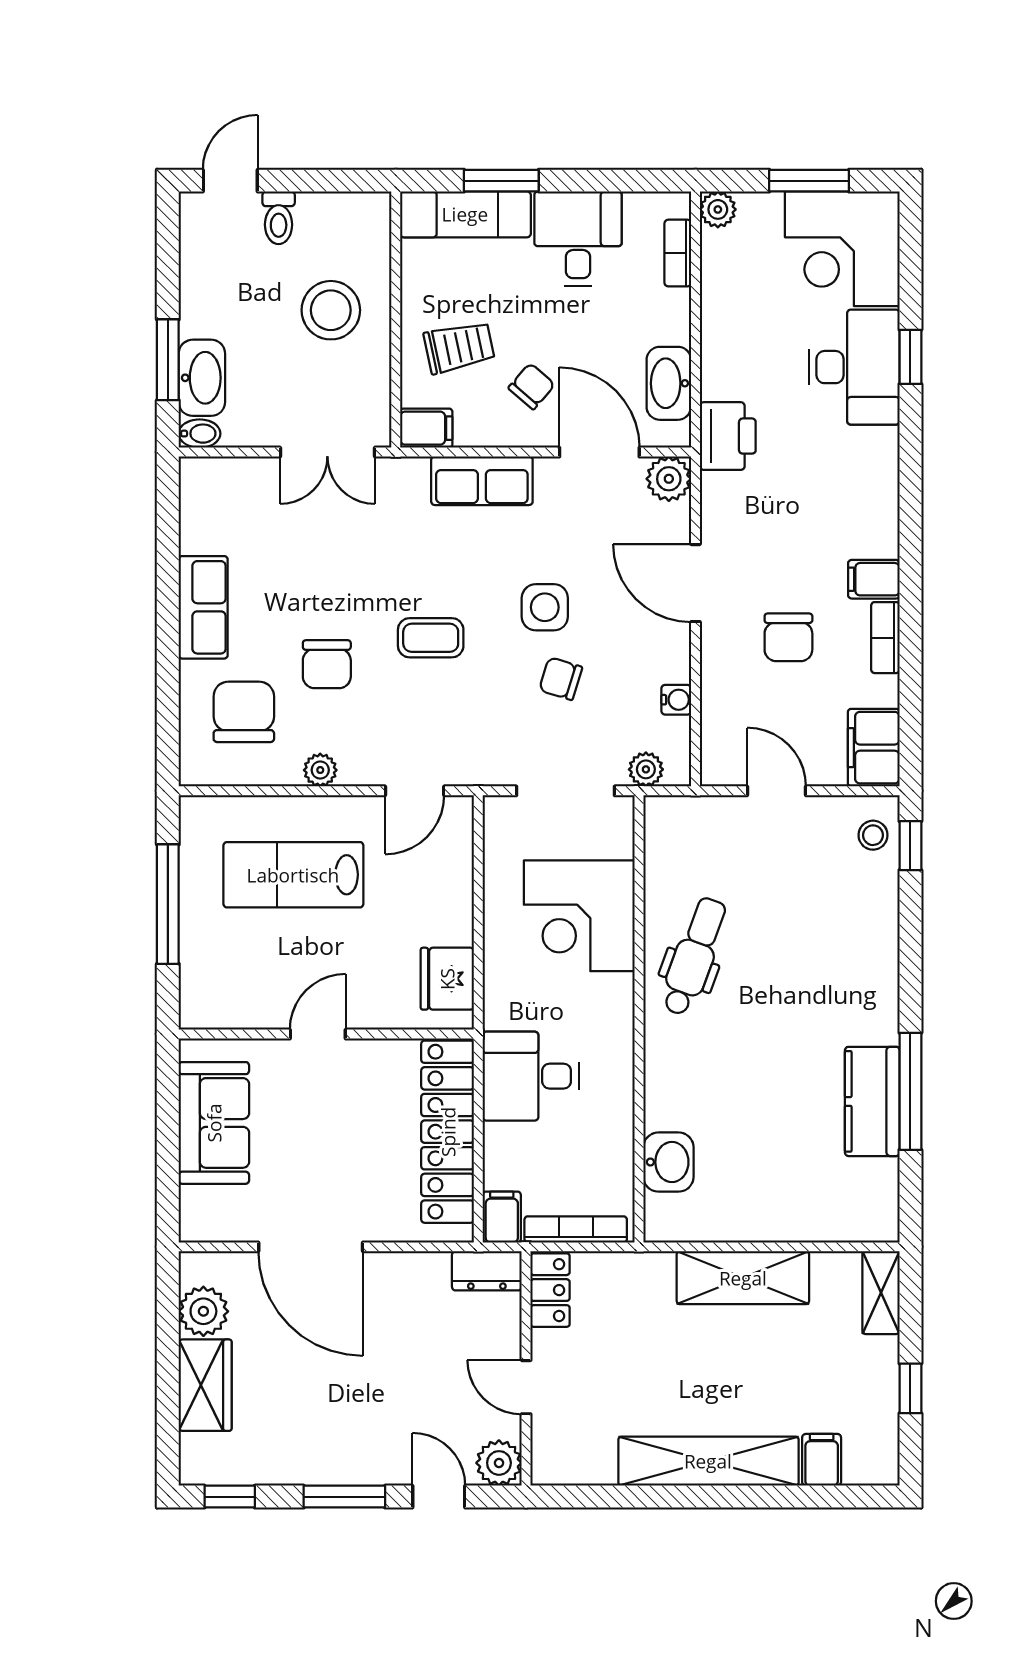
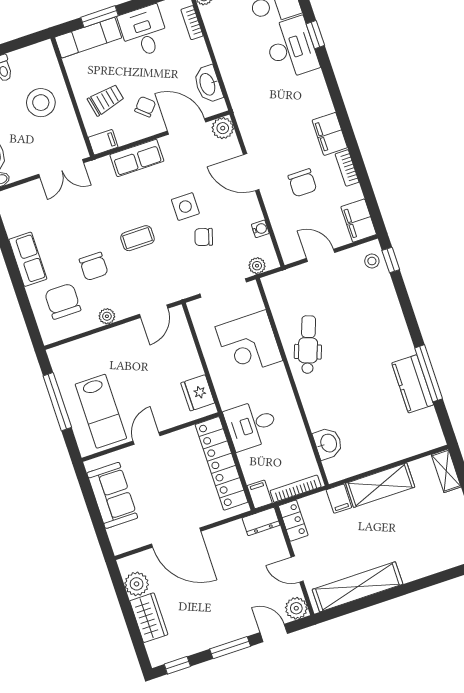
printer: (728, 436) -> (243, 99), removed
filing cabinet: (874, 579) -> (330, 134), width x2.00
lab bench: (293, 875) -> (101, 411), moved, turned -90
filing cabinet: (822, 1460) -> (339, 499), moved, turned 180
shelving: (708, 1461) -> (357, 587), moved

